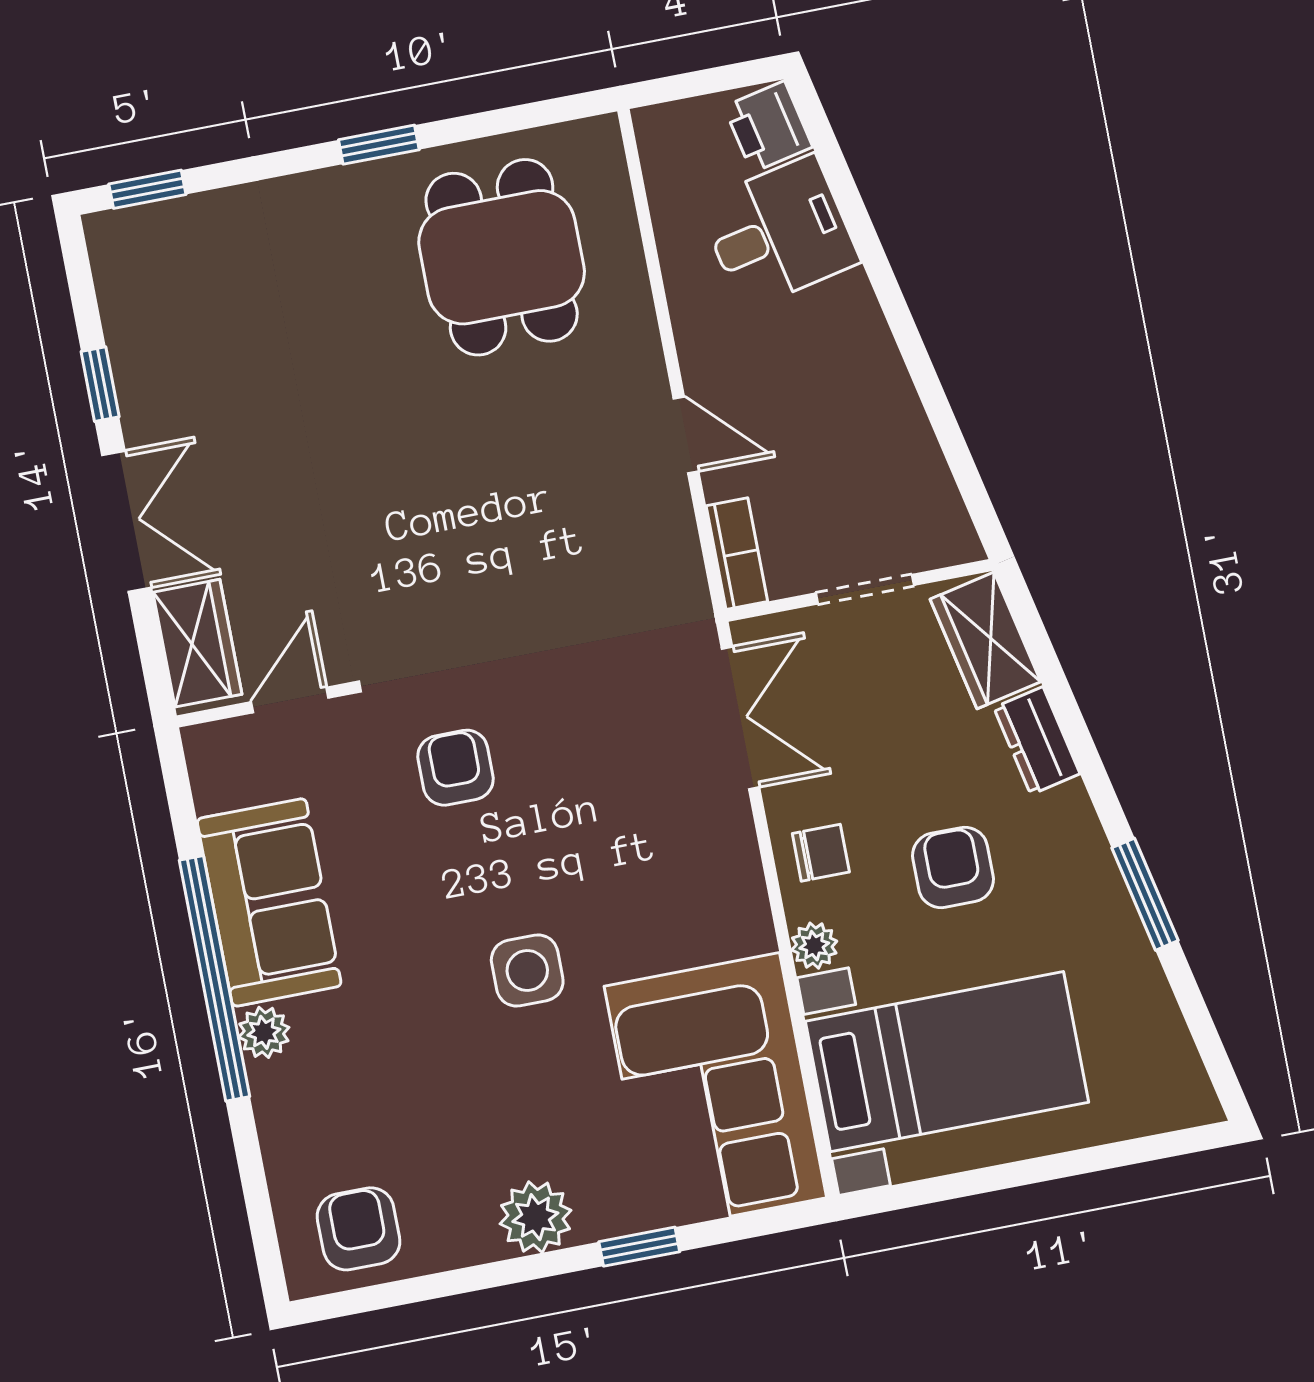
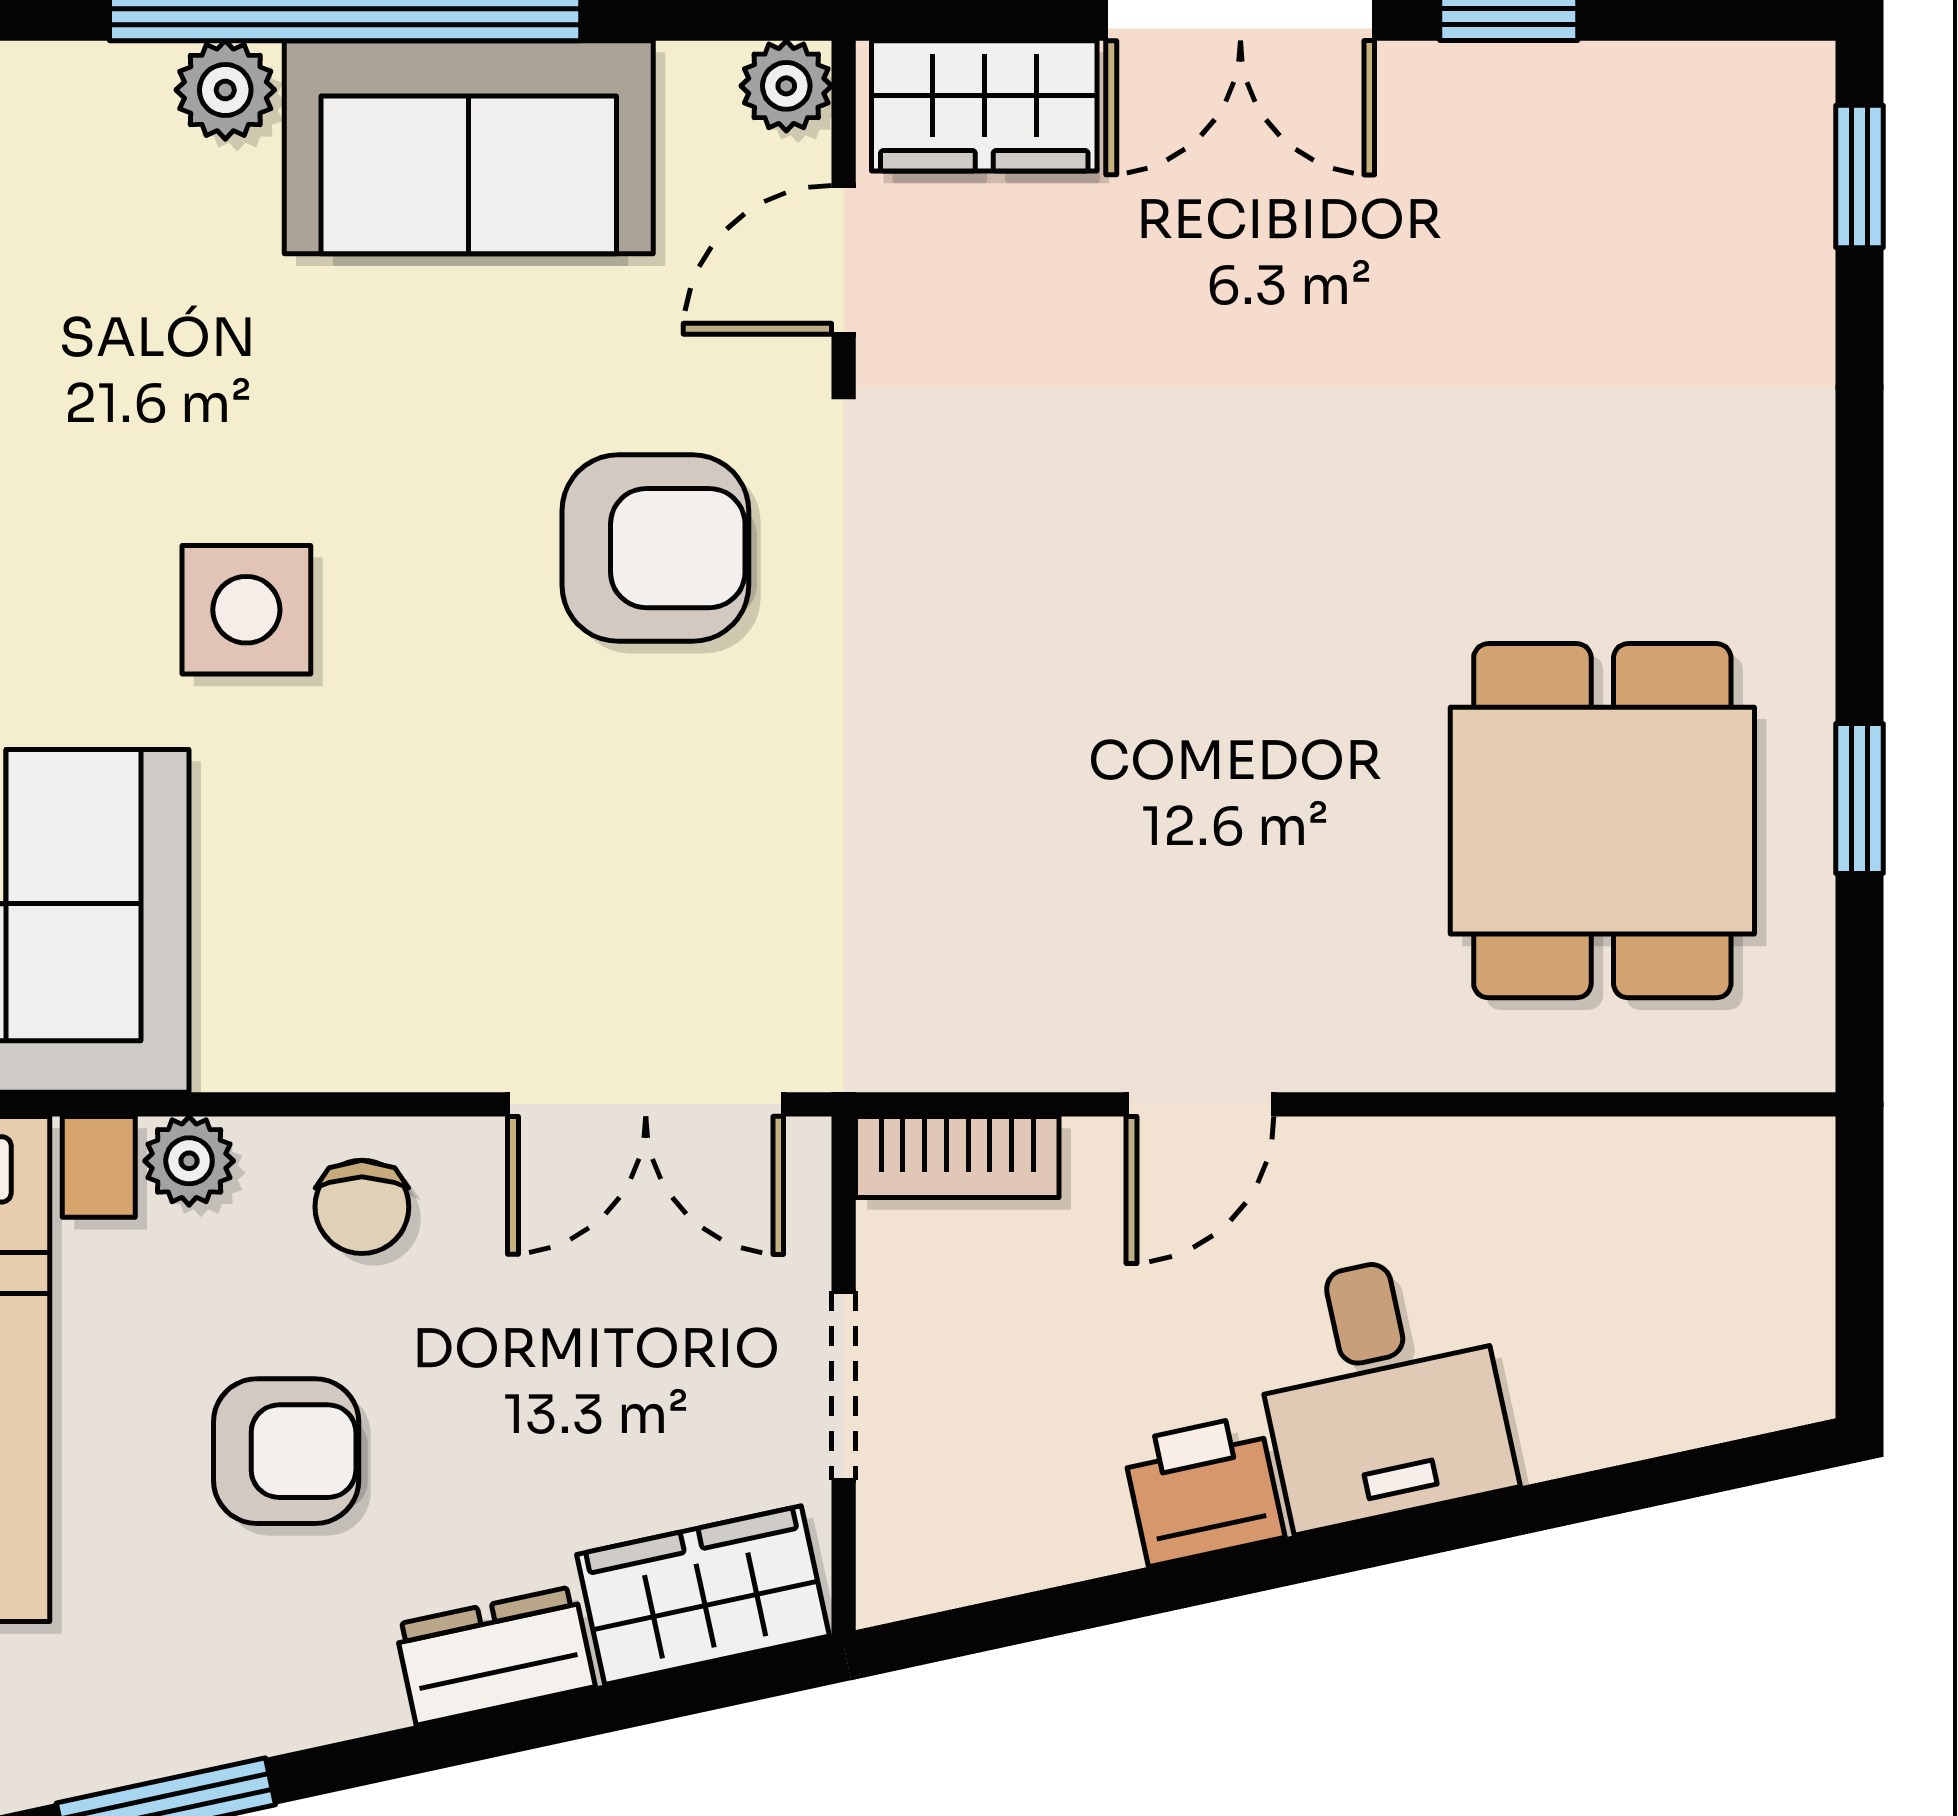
printer: (768, 127) -> (1203, 1490), moved
window: (379, 145) -> (1860, 799), moved
desk: (779, 232) -> (1381, 1389), moved
dining table: (502, 257) -> (1602, 821), turned 90
door: (290, 700) -> (844, 260), swing flipped
plant: (207, 746) -> (786, 86), added
armchair: (455, 768) -> (655, 548), width x1.38, depth x1.38

